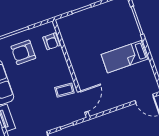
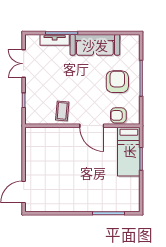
bed: (125, 56) -> (129, 152), moved, turned 180
door: (83, 102) -> (92, 126), moved

